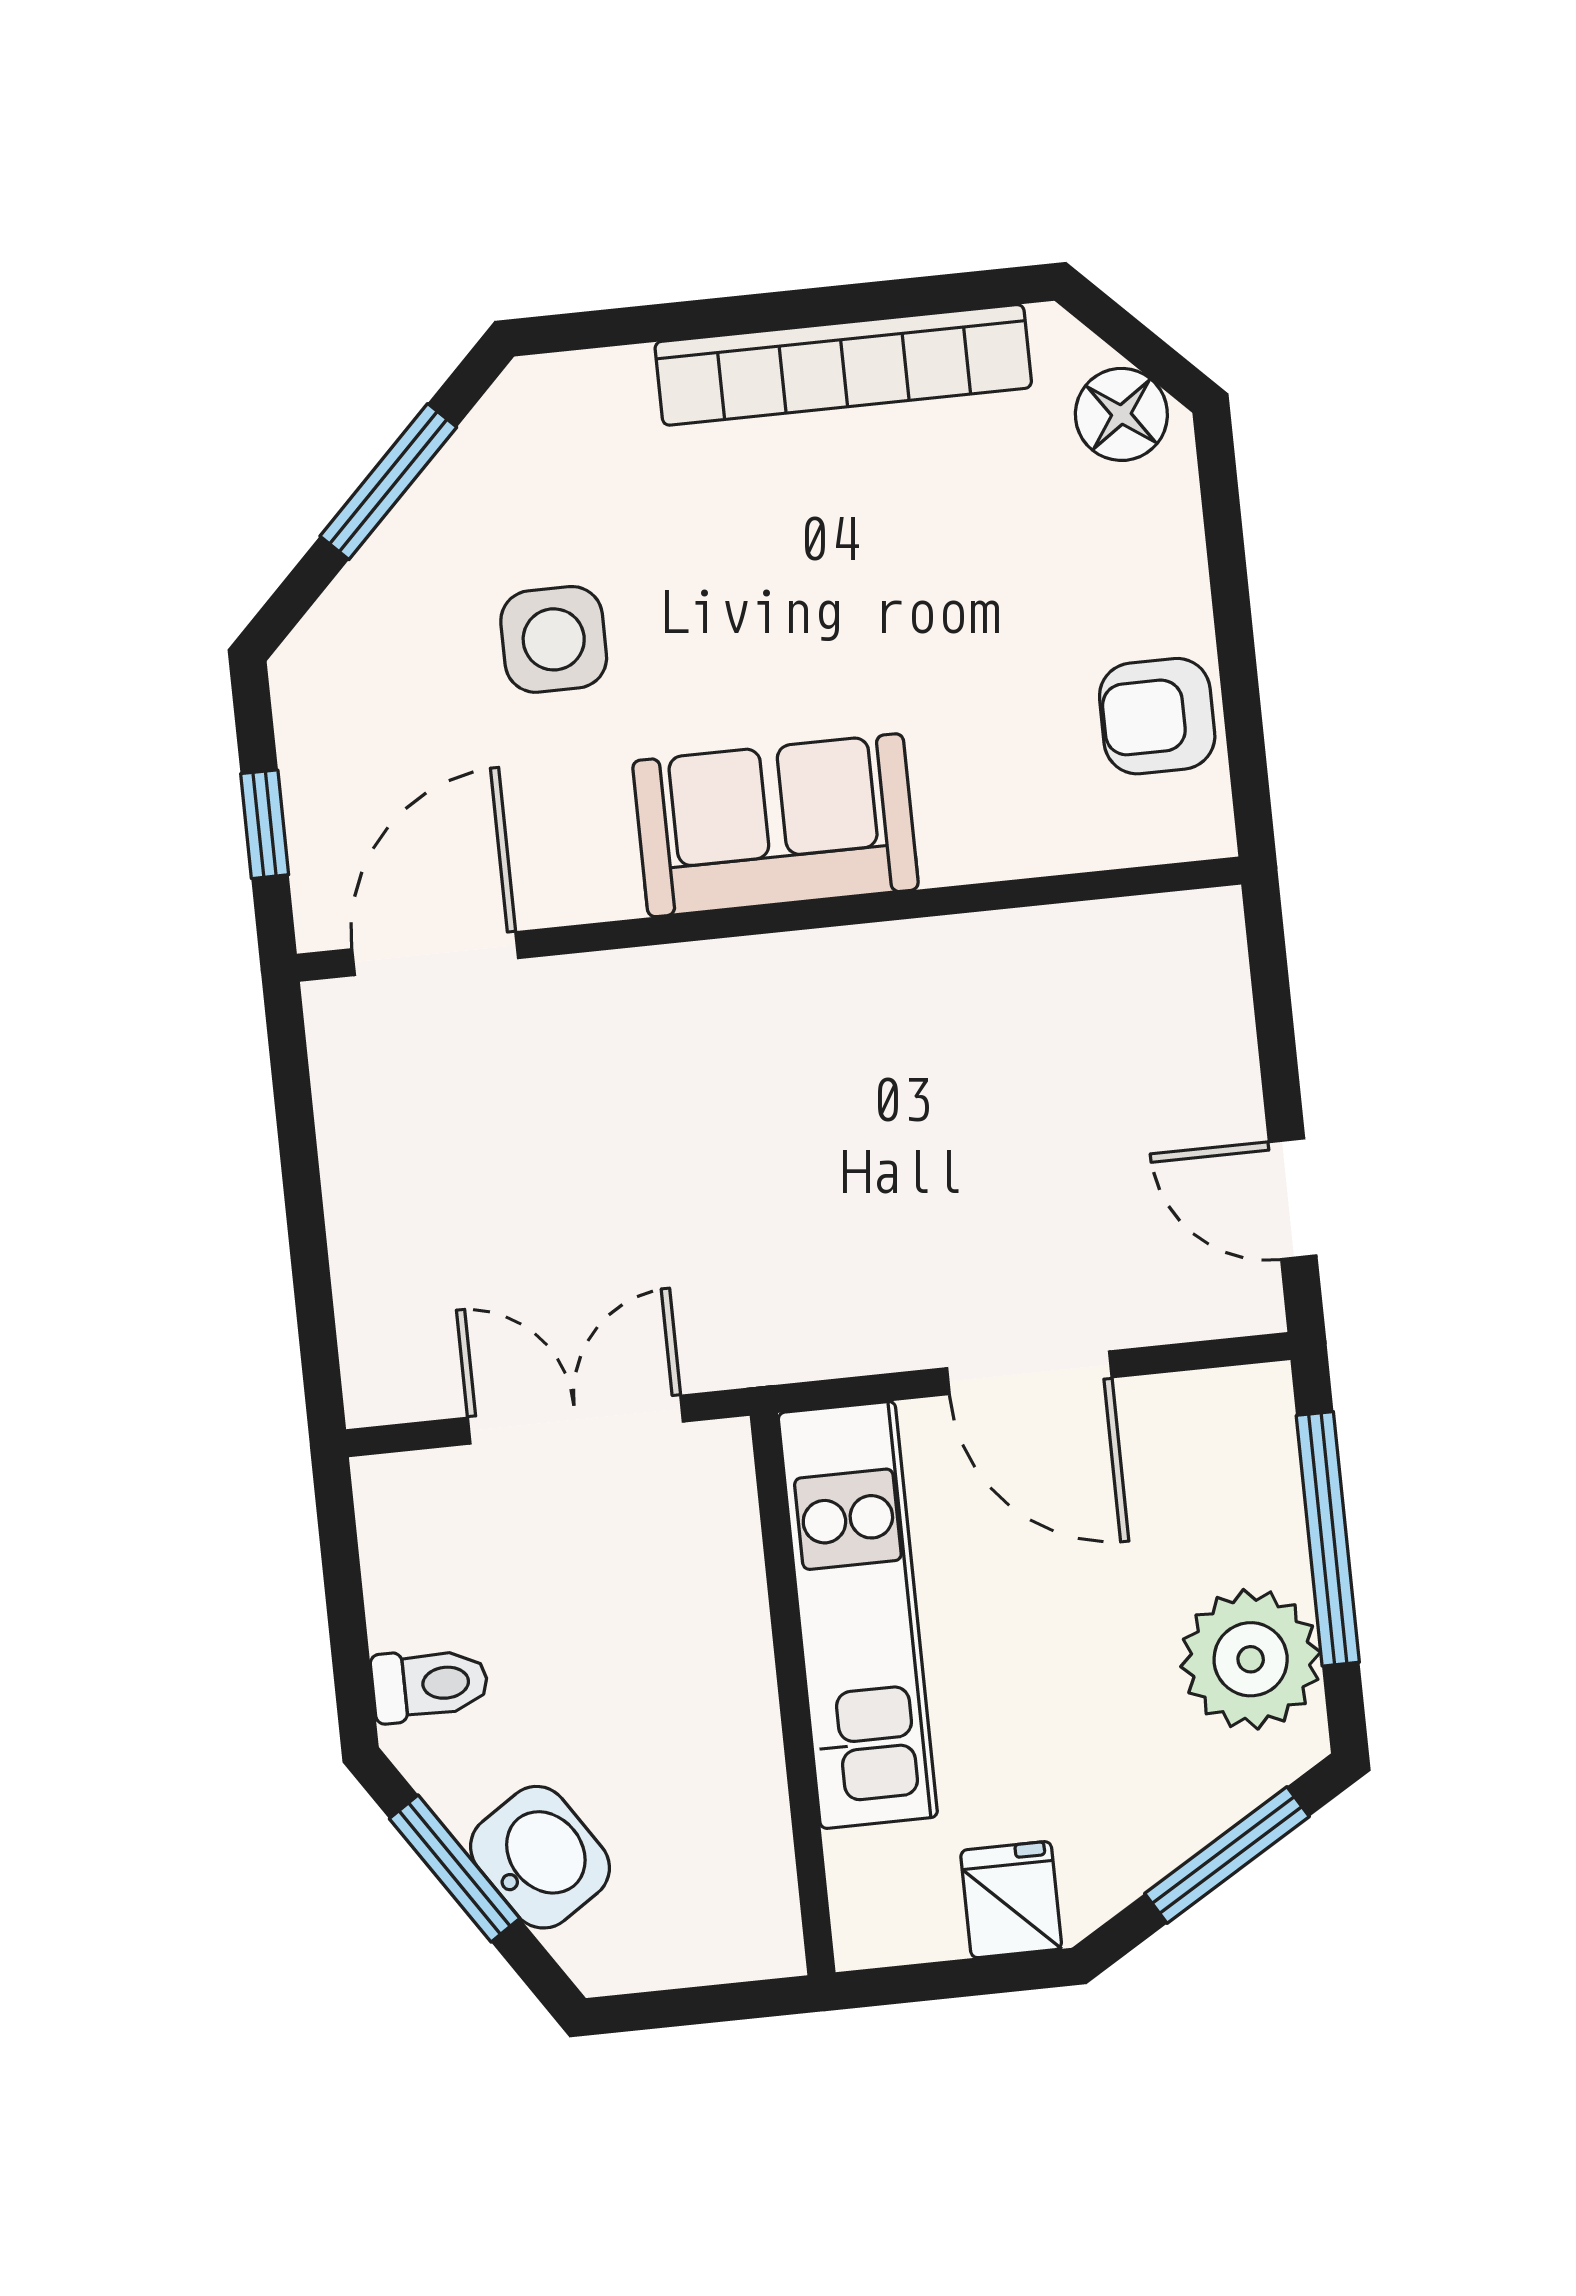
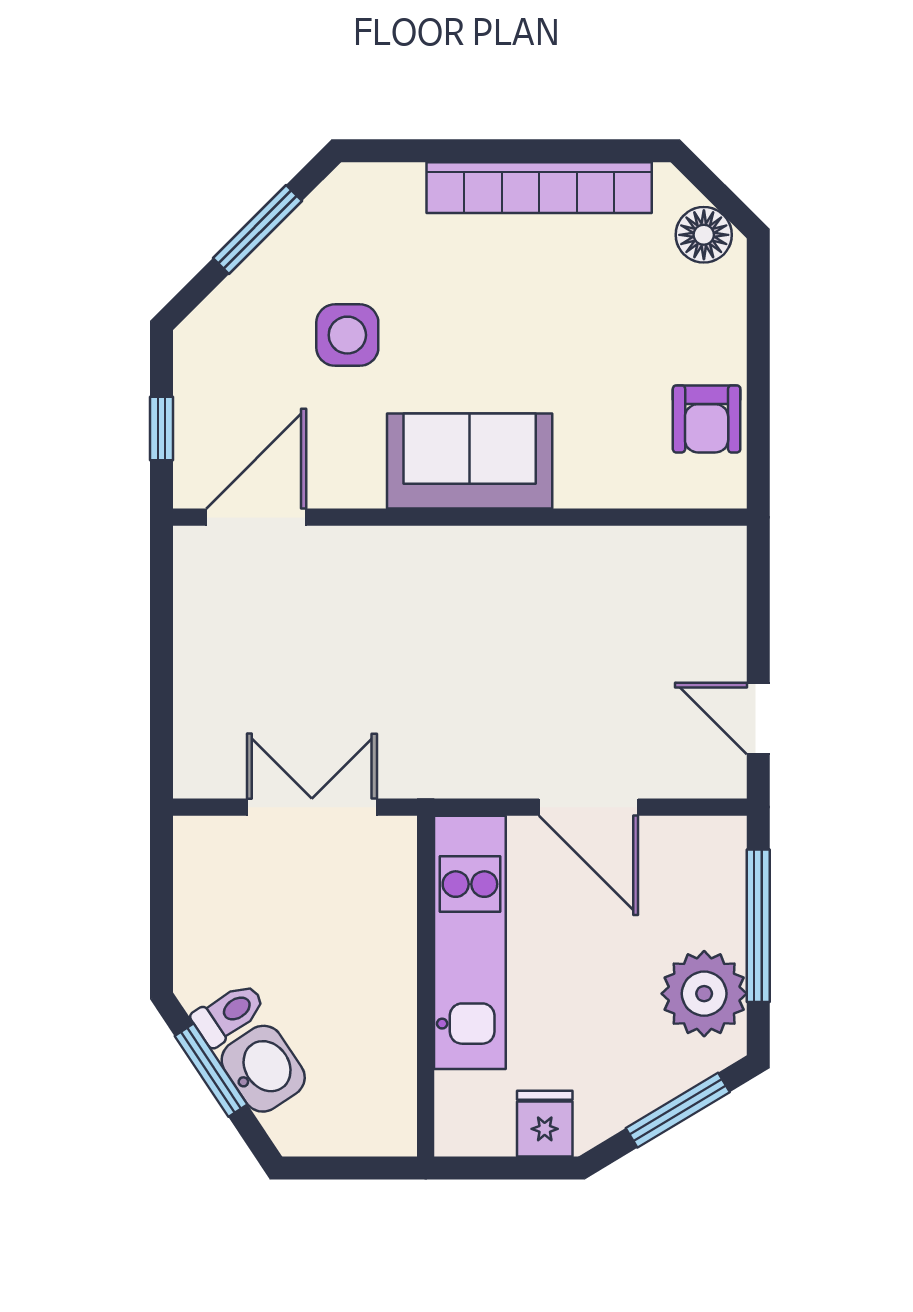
armchair: (1157, 716) -> (707, 419), turned -90
toilet: (430, 1684) -> (229, 1014), moved, turned -34

